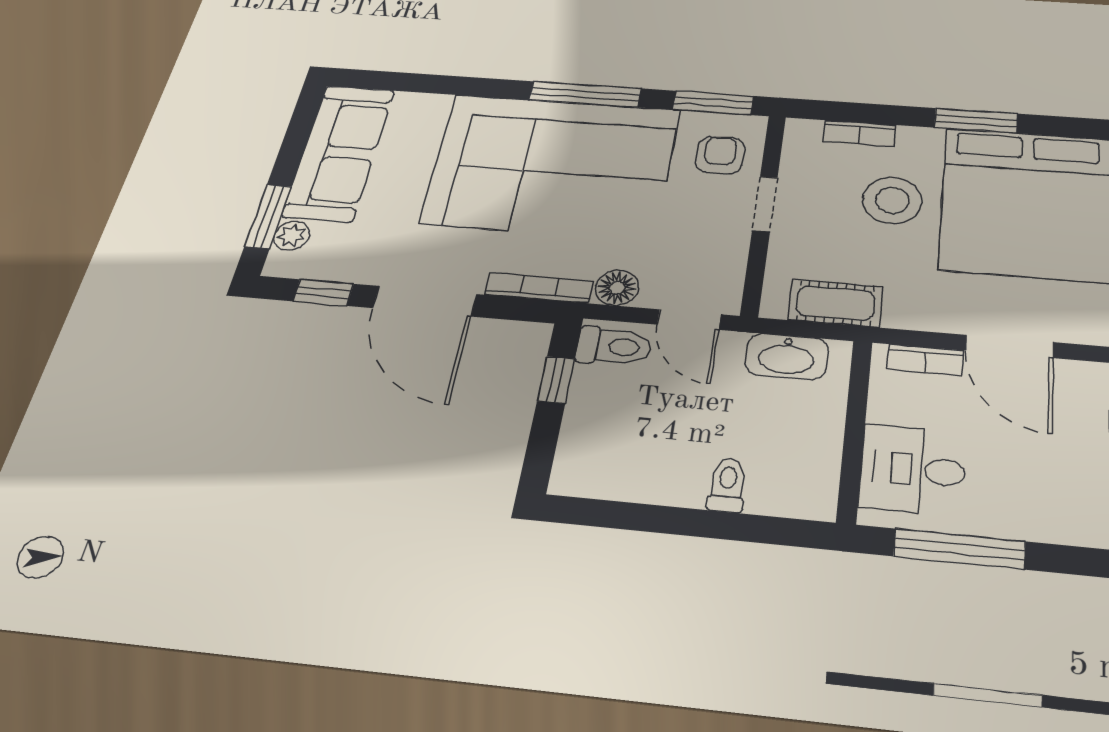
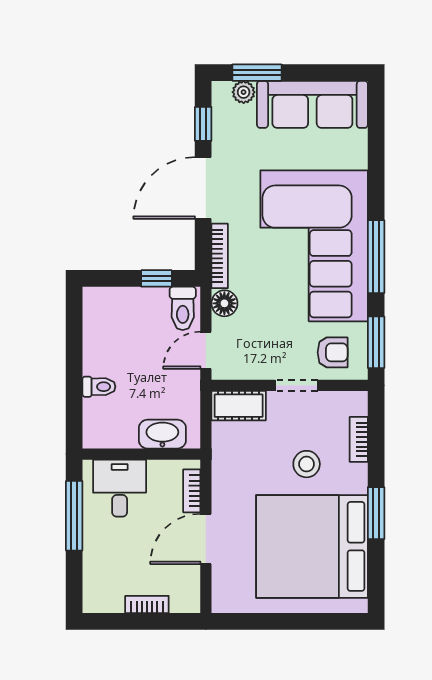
stool: (892, 200) -> (307, 464), width x0.73, depth x0.73
cot: (835, 303) -> (239, 406), moved, turned 90
washbasin: (787, 356) -> (162, 434), moved, turned 90

